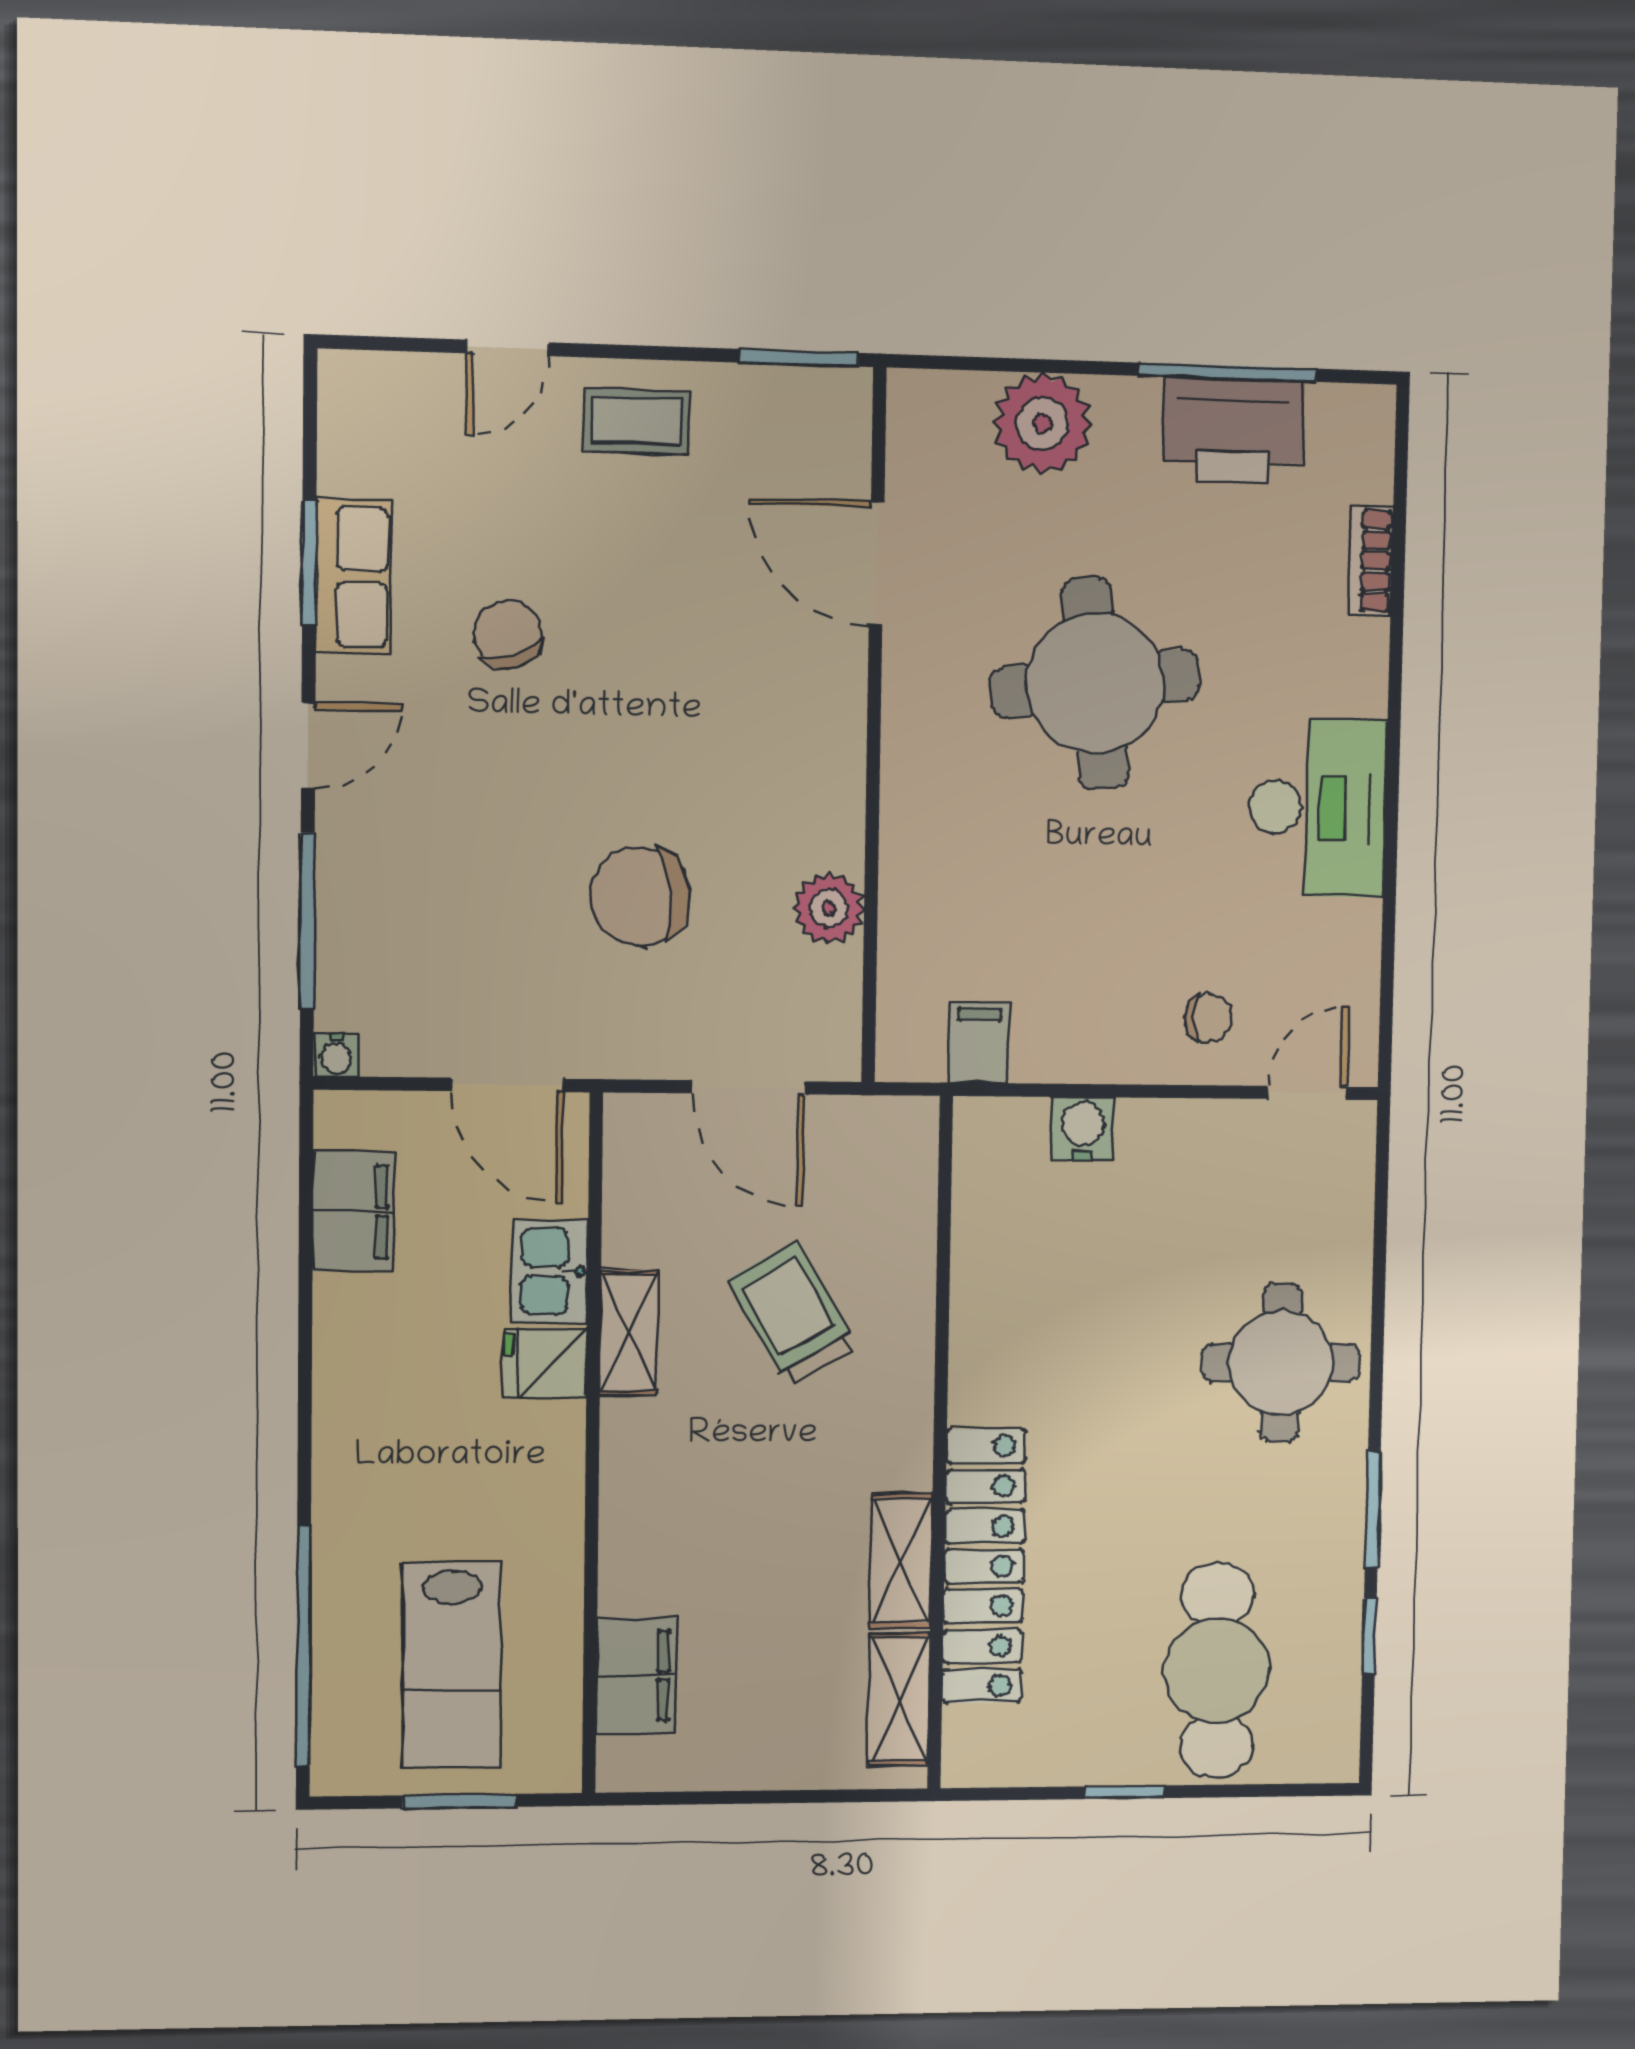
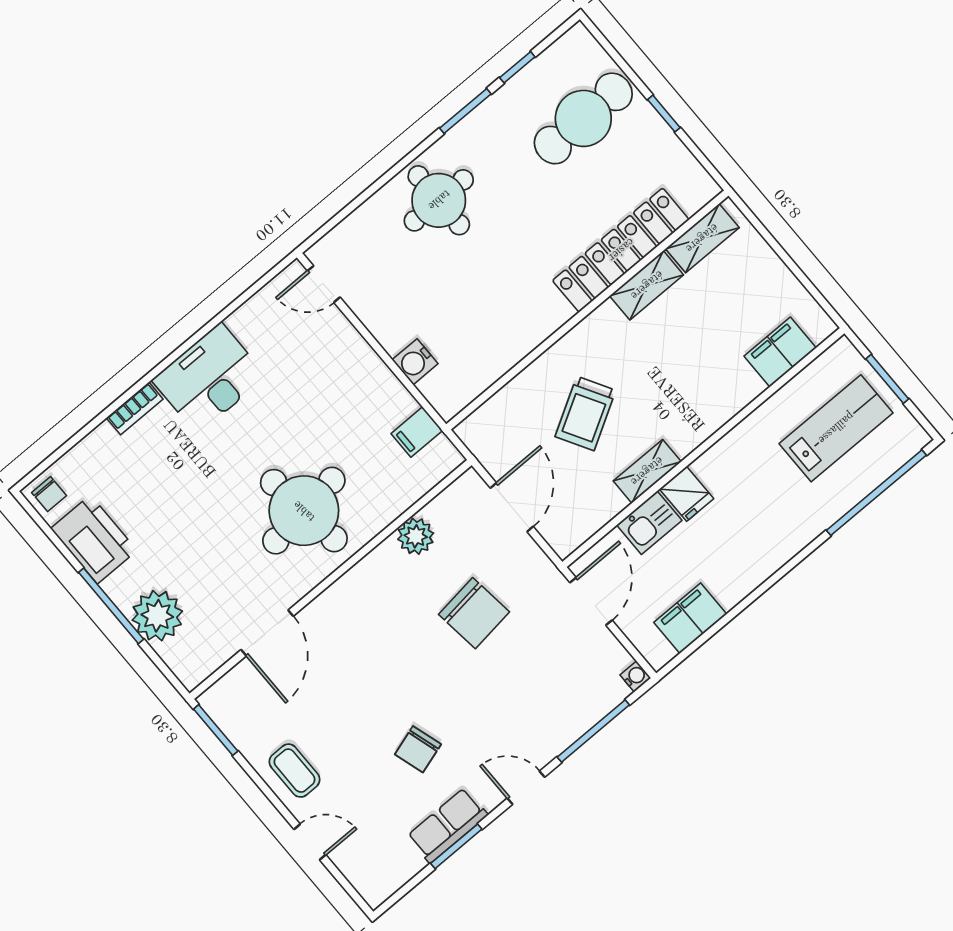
window: (1228, 372) -> (111, 606), moved
bookcase: (1371, 561) -> (135, 408), moved
round table: (1095, 683) -> (304, 511), moved
chair: (1208, 1018) -> (49, 494), moved, turned 180

